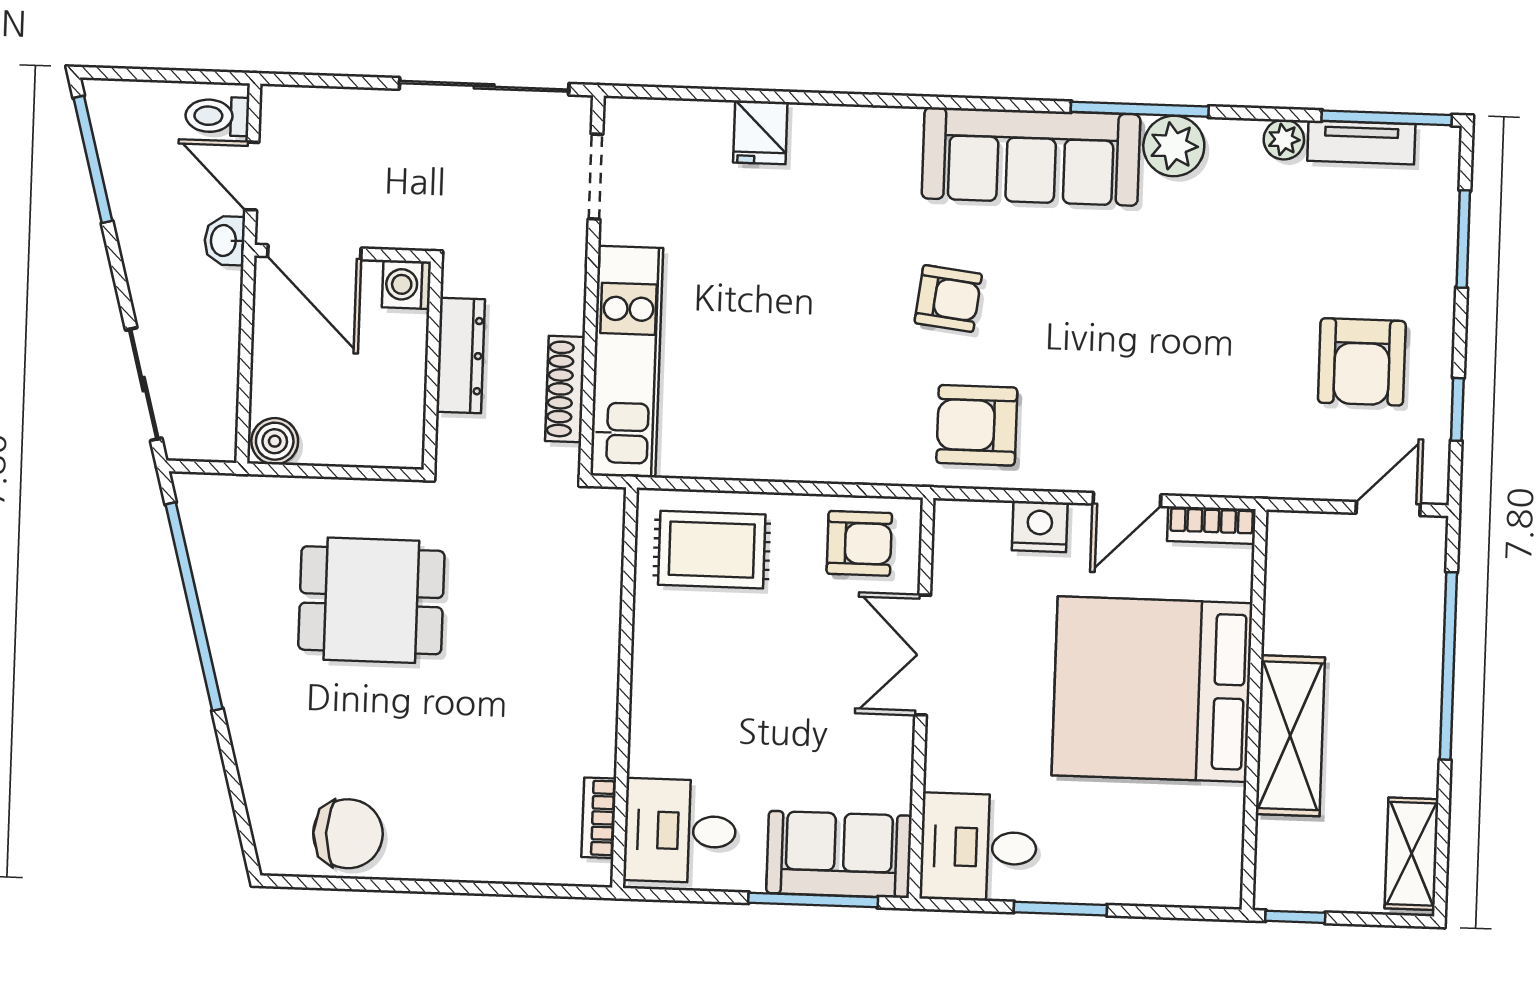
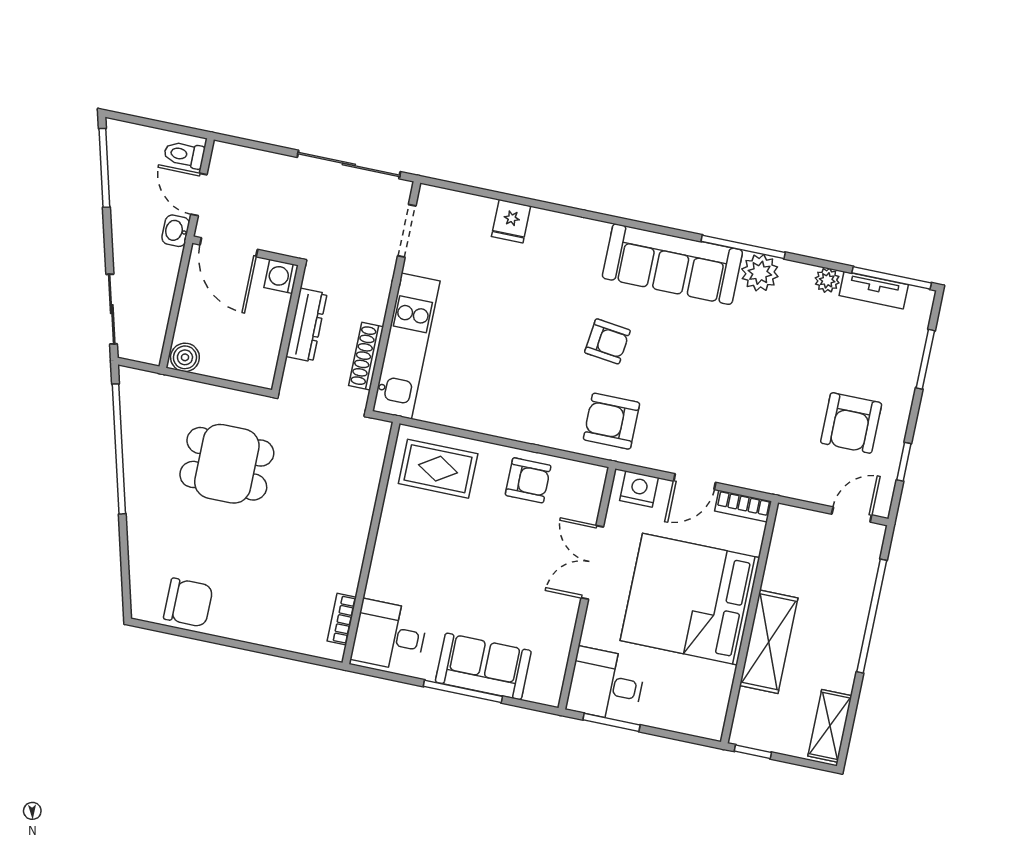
double door: (923, 655) -> (592, 562), moved
wall: (921, 698) -> (587, 588), moved
desk: (979, 847) -> (606, 685), moved

